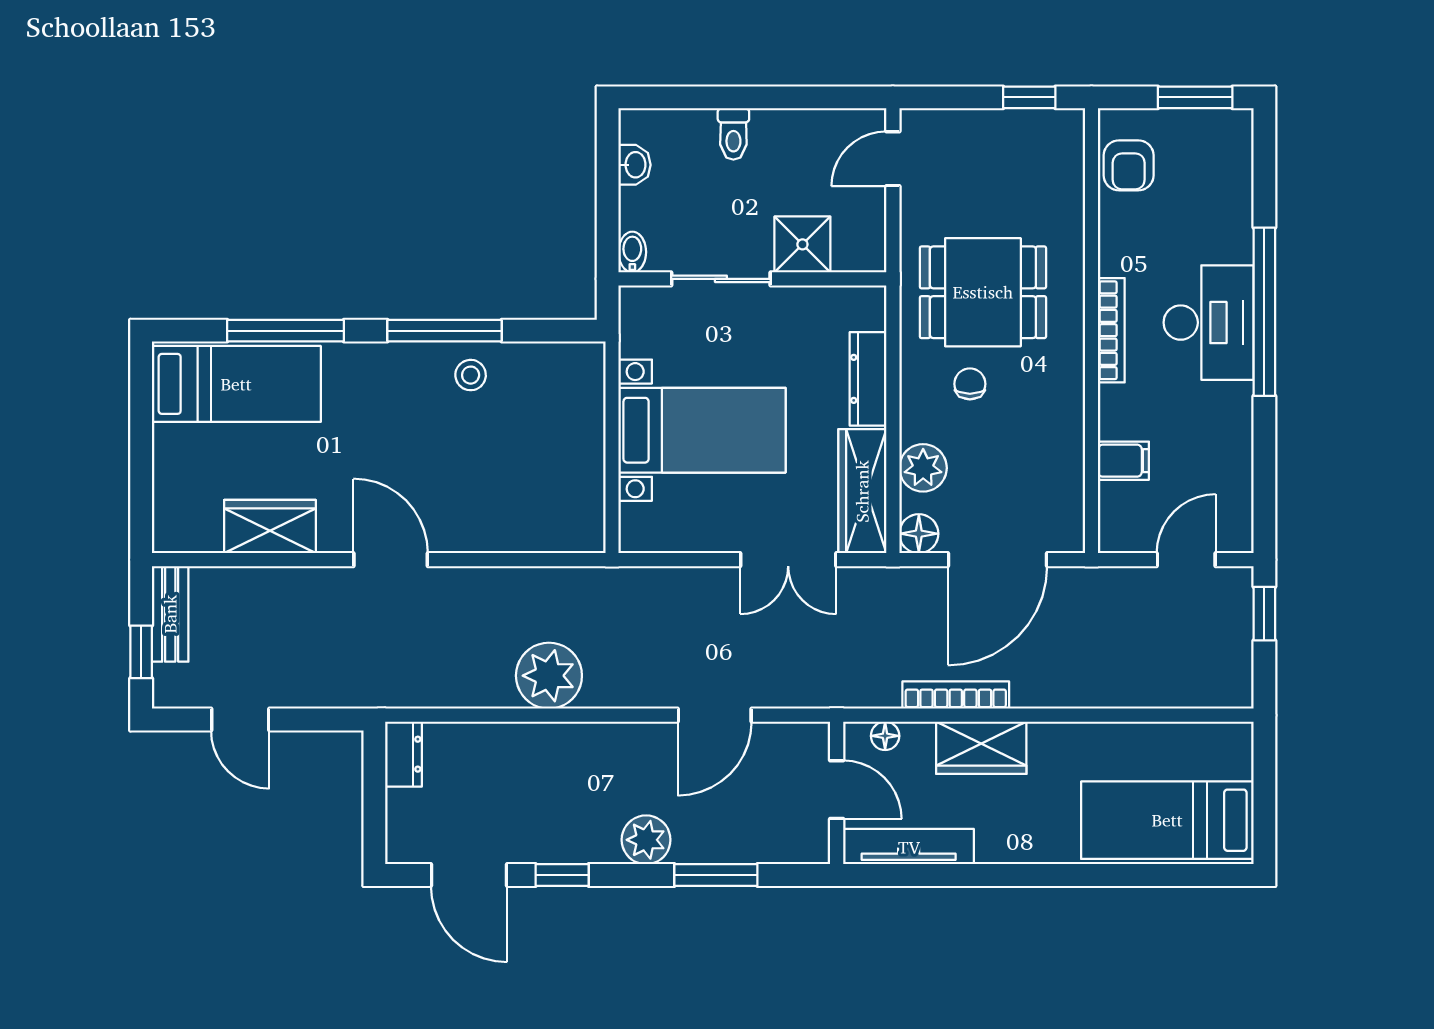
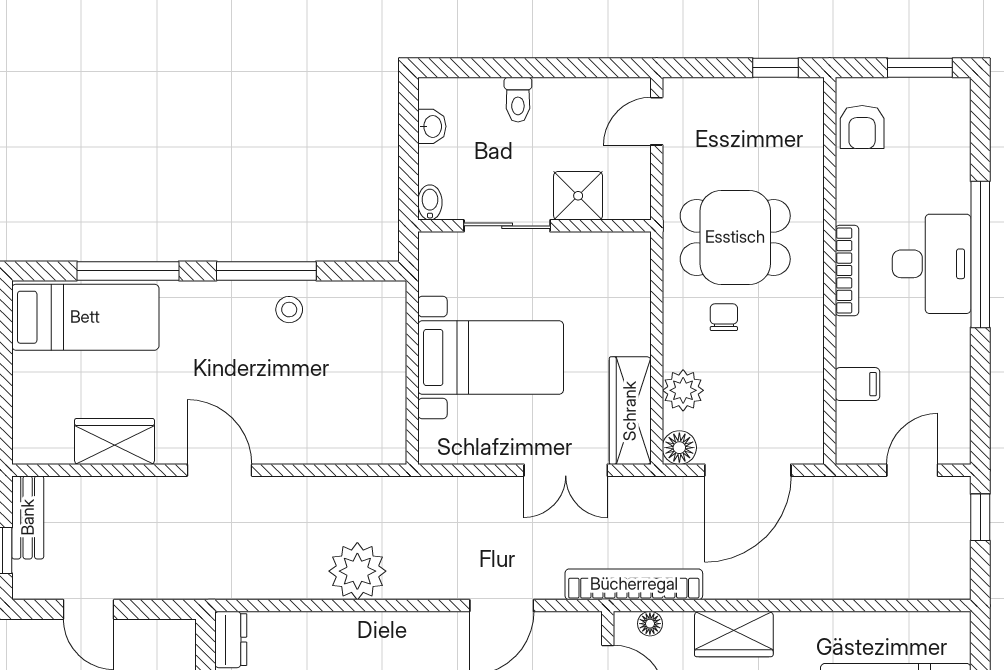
dresser: (868, 379) -> (635, 313), removed
bookcase: (956, 695) -> (634, 584), moved, width x1.48, depth x1.31

